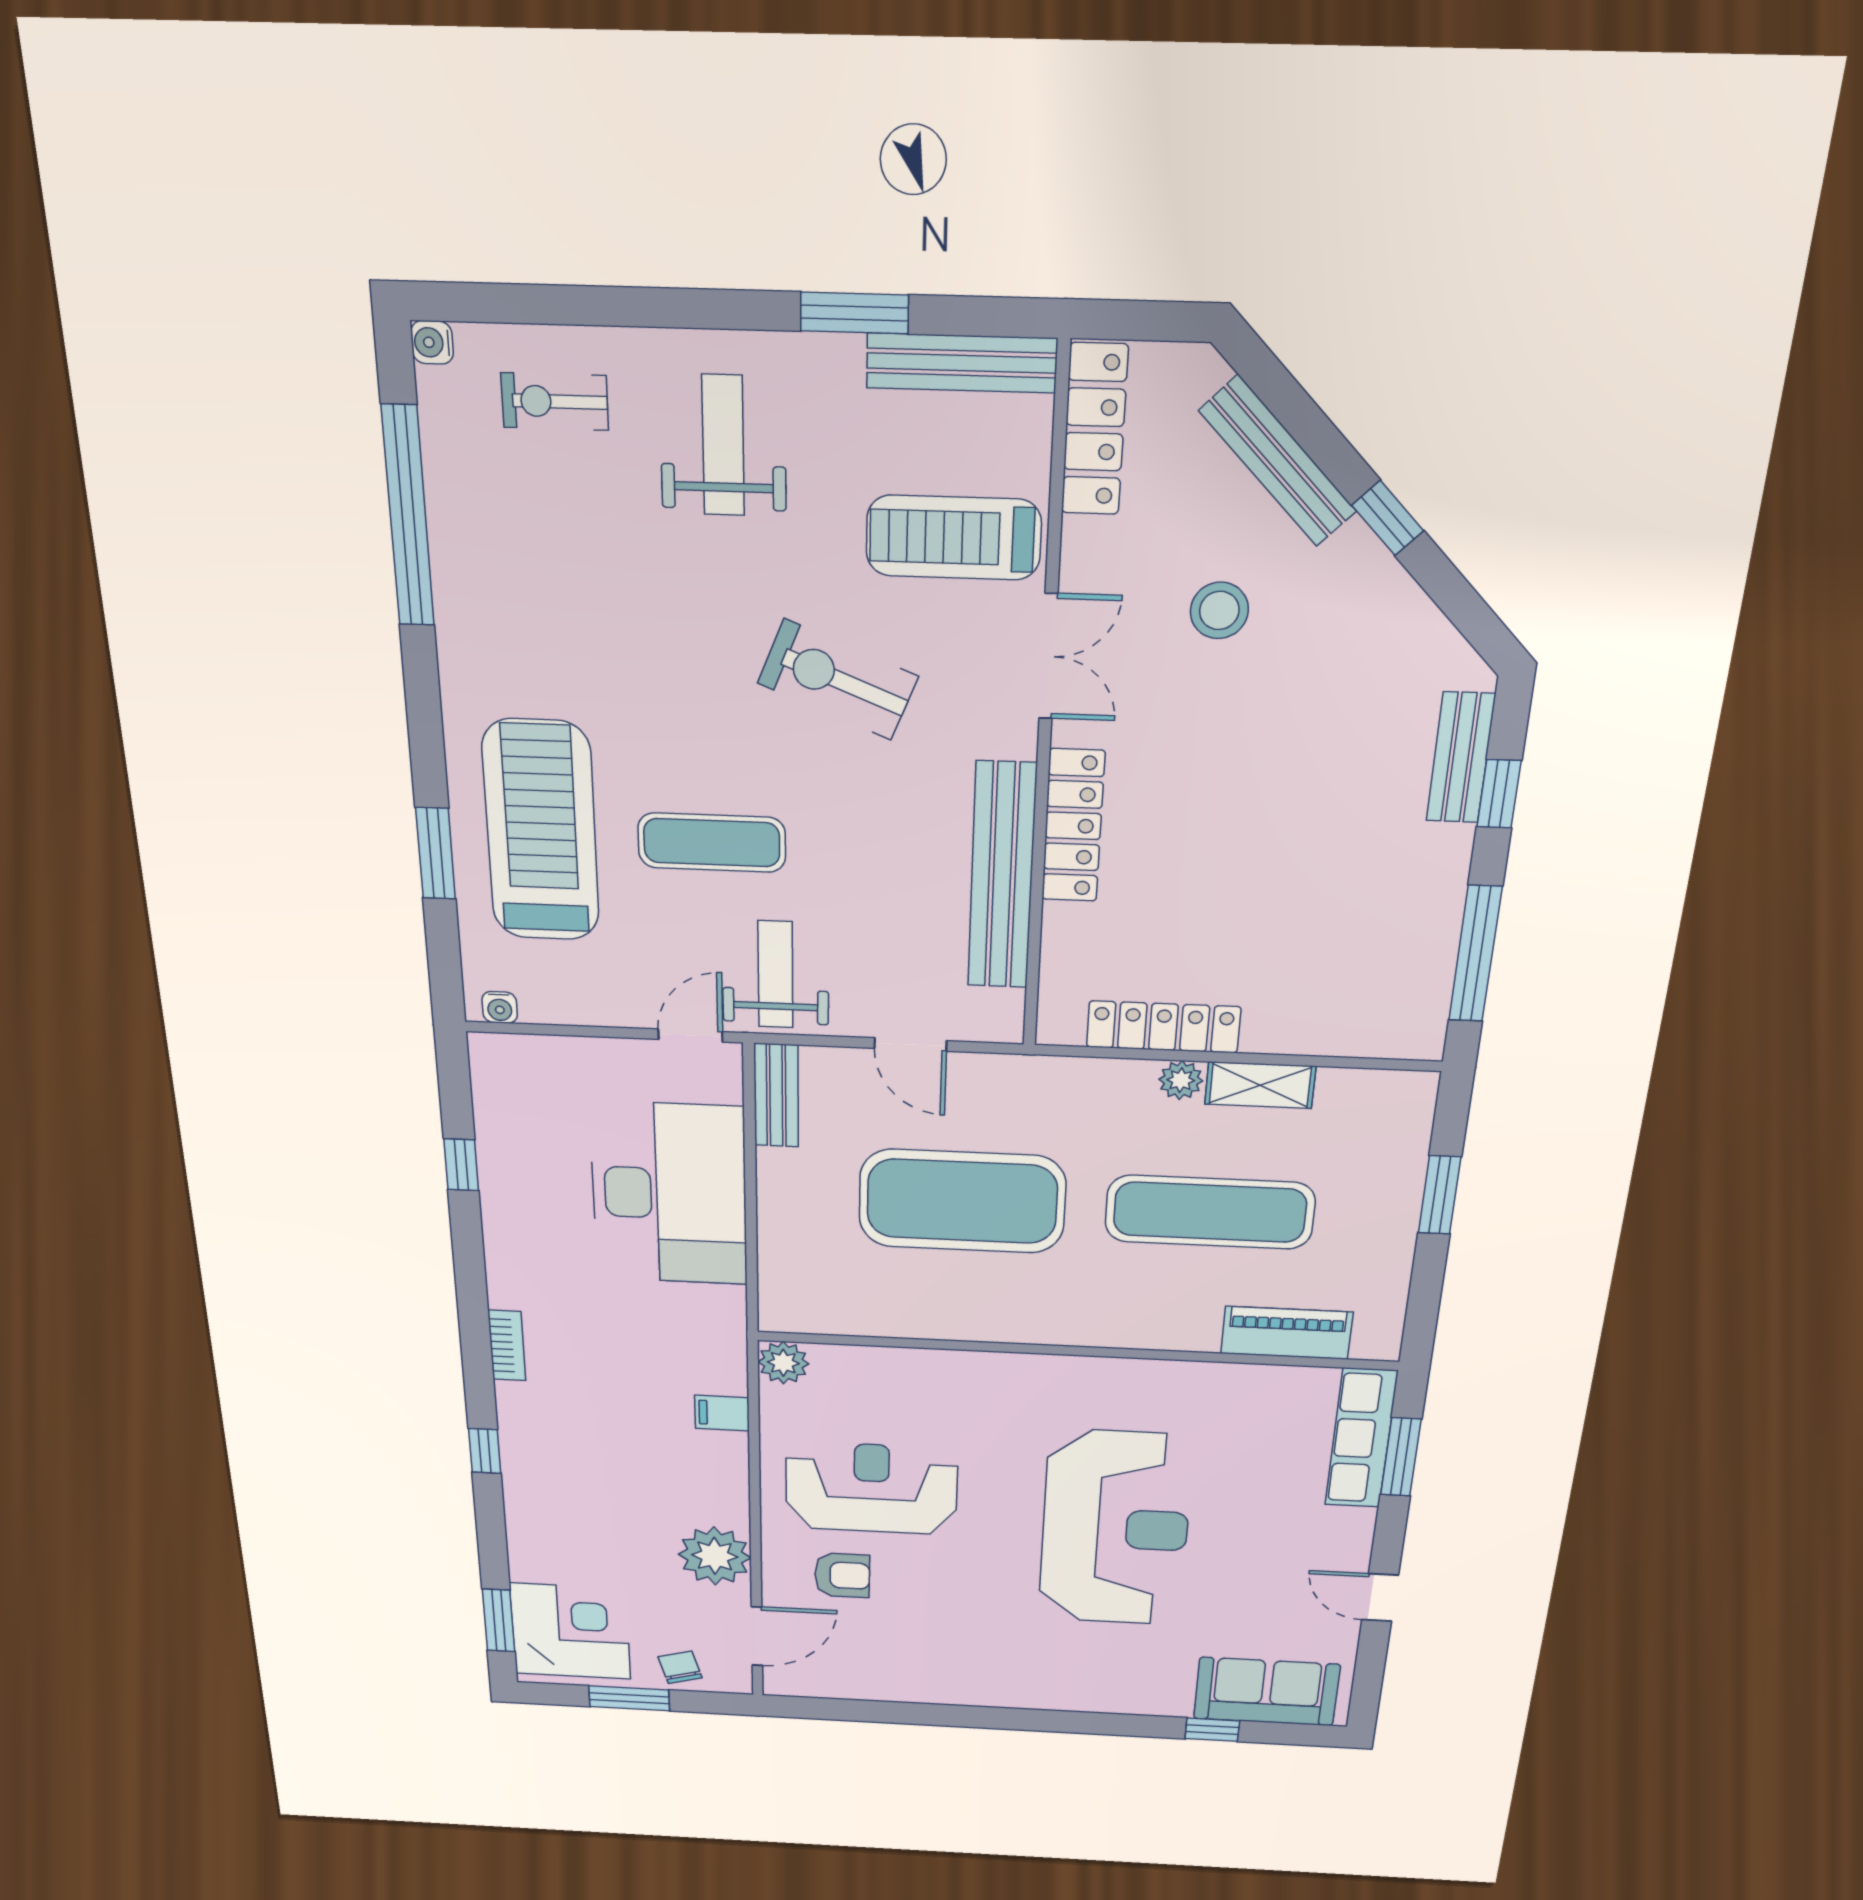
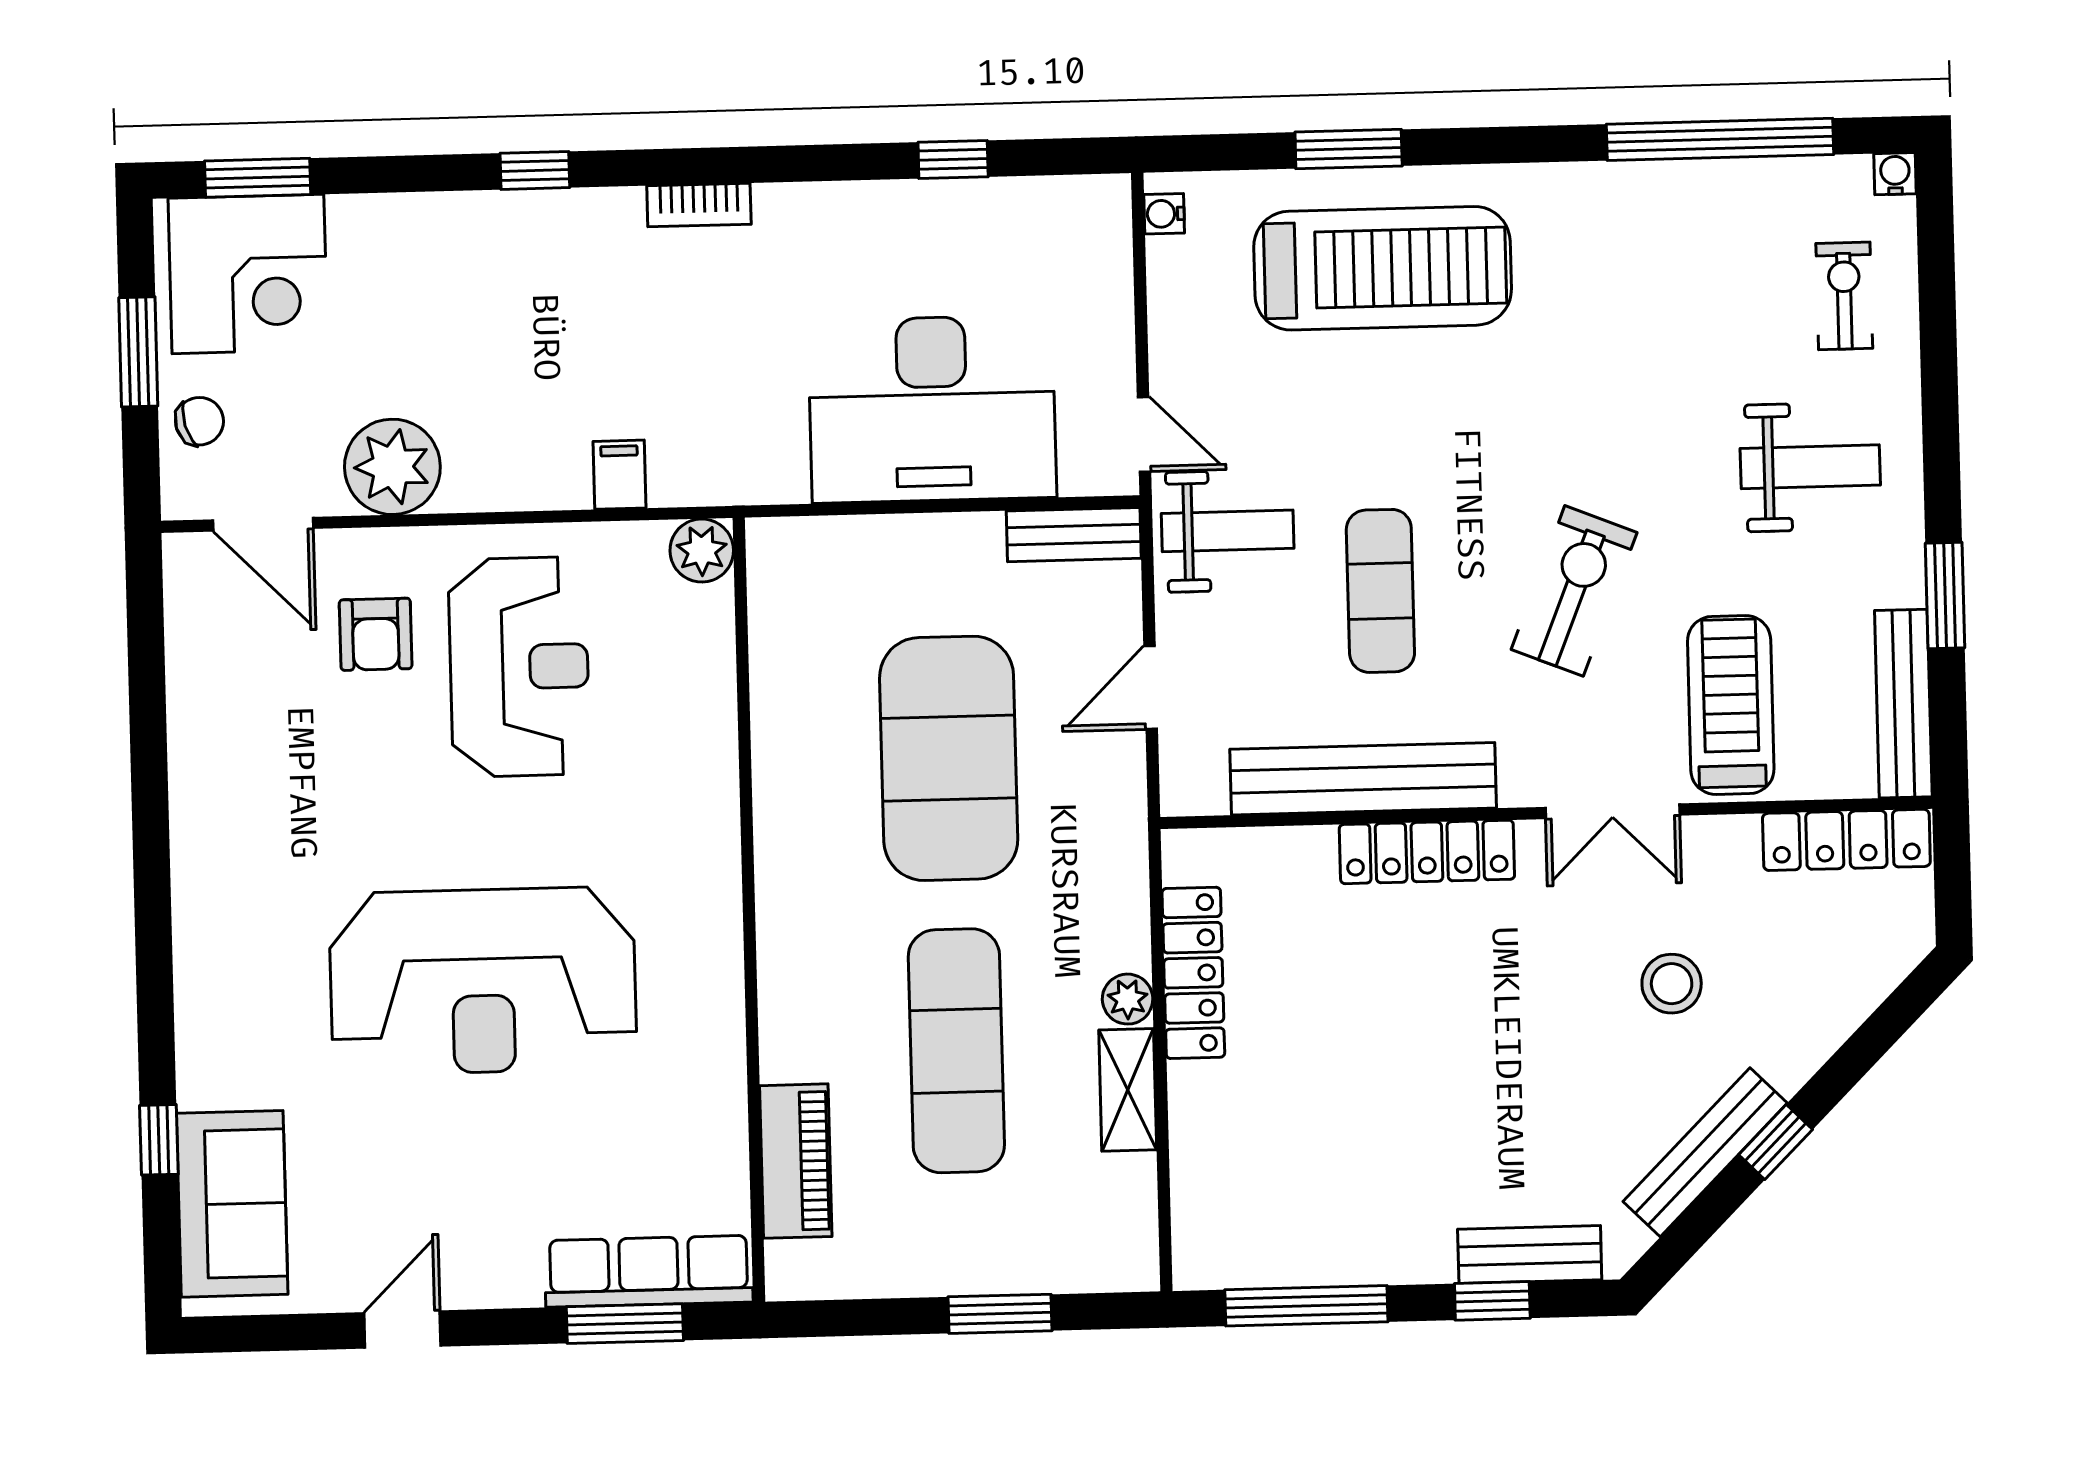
bench: (1278, 461) -> (1705, 1152), moved
exercise mat: (712, 843) -> (1380, 591), moved

